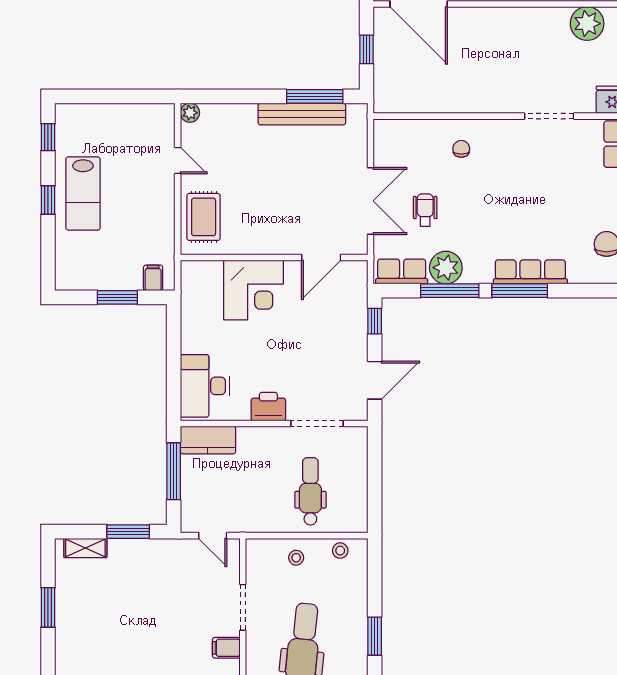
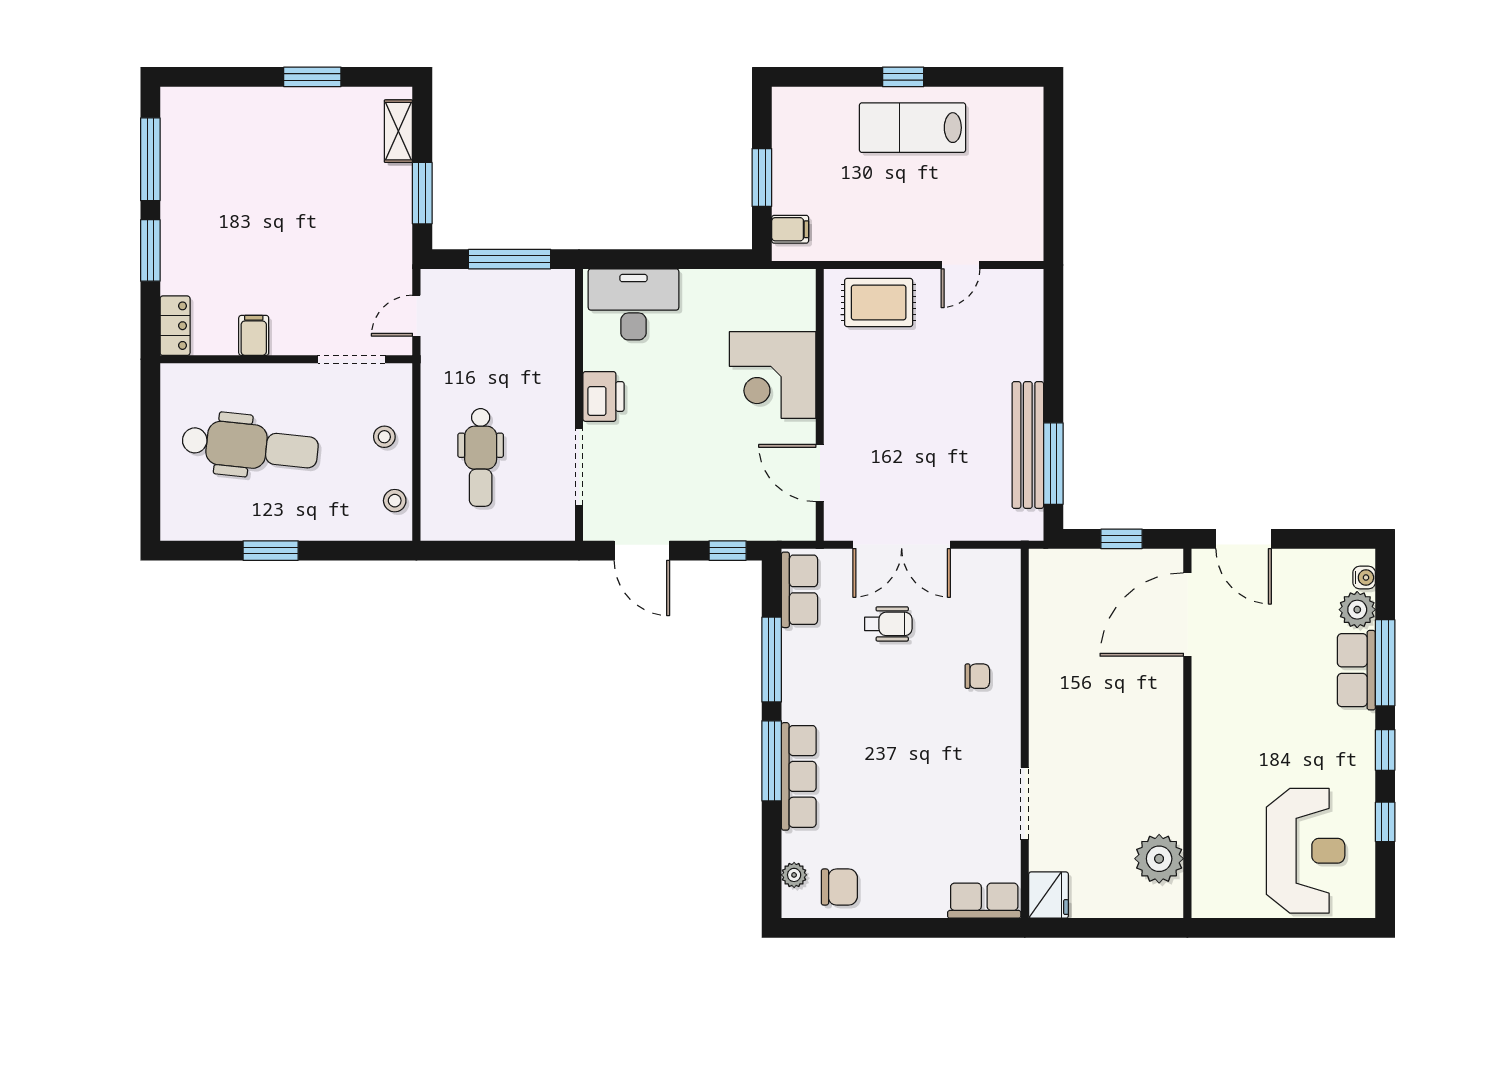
plant: (190, 113) -> (1030, 283), removed
window: (48, 137) -> (994, 77), removed
plant: (446, 268) -> (794, 875), moved, width x0.53, depth x0.53
kitchen counter: (208, 440) -> (555, 309), removed
dental chair: (310, 491) -> (481, 457), turned 90
doorway: (243, 607) -> (352, 359), moved

